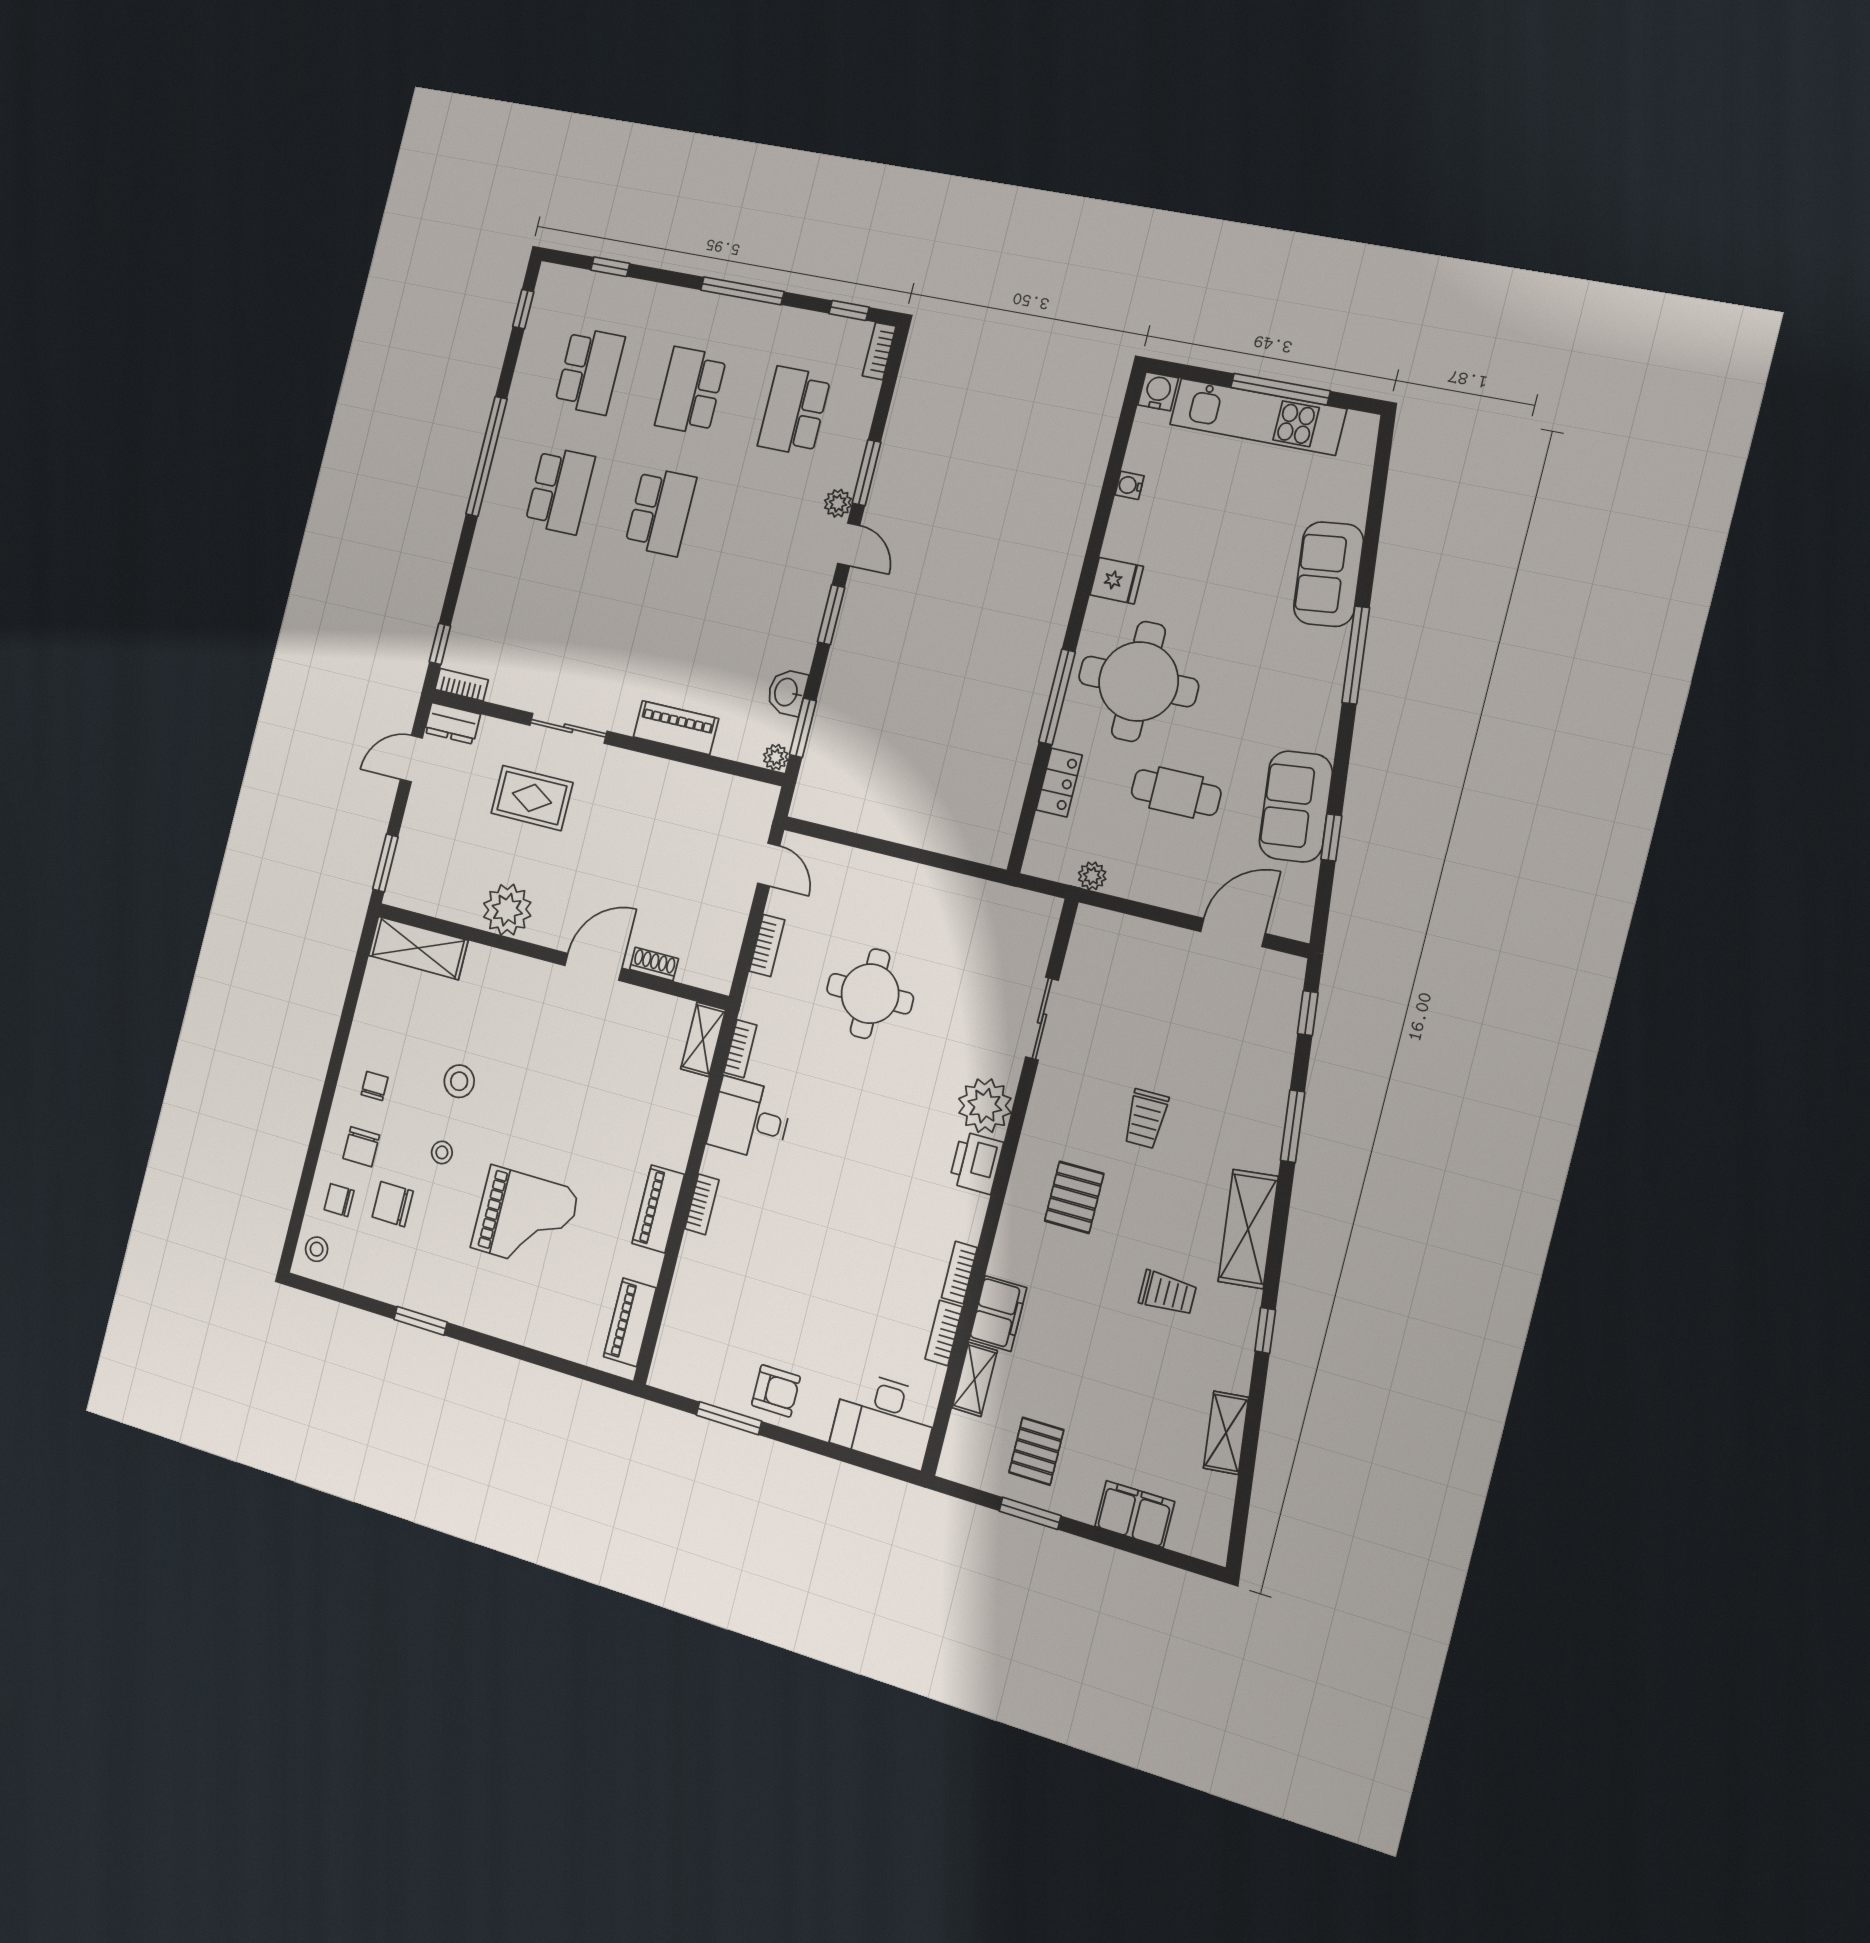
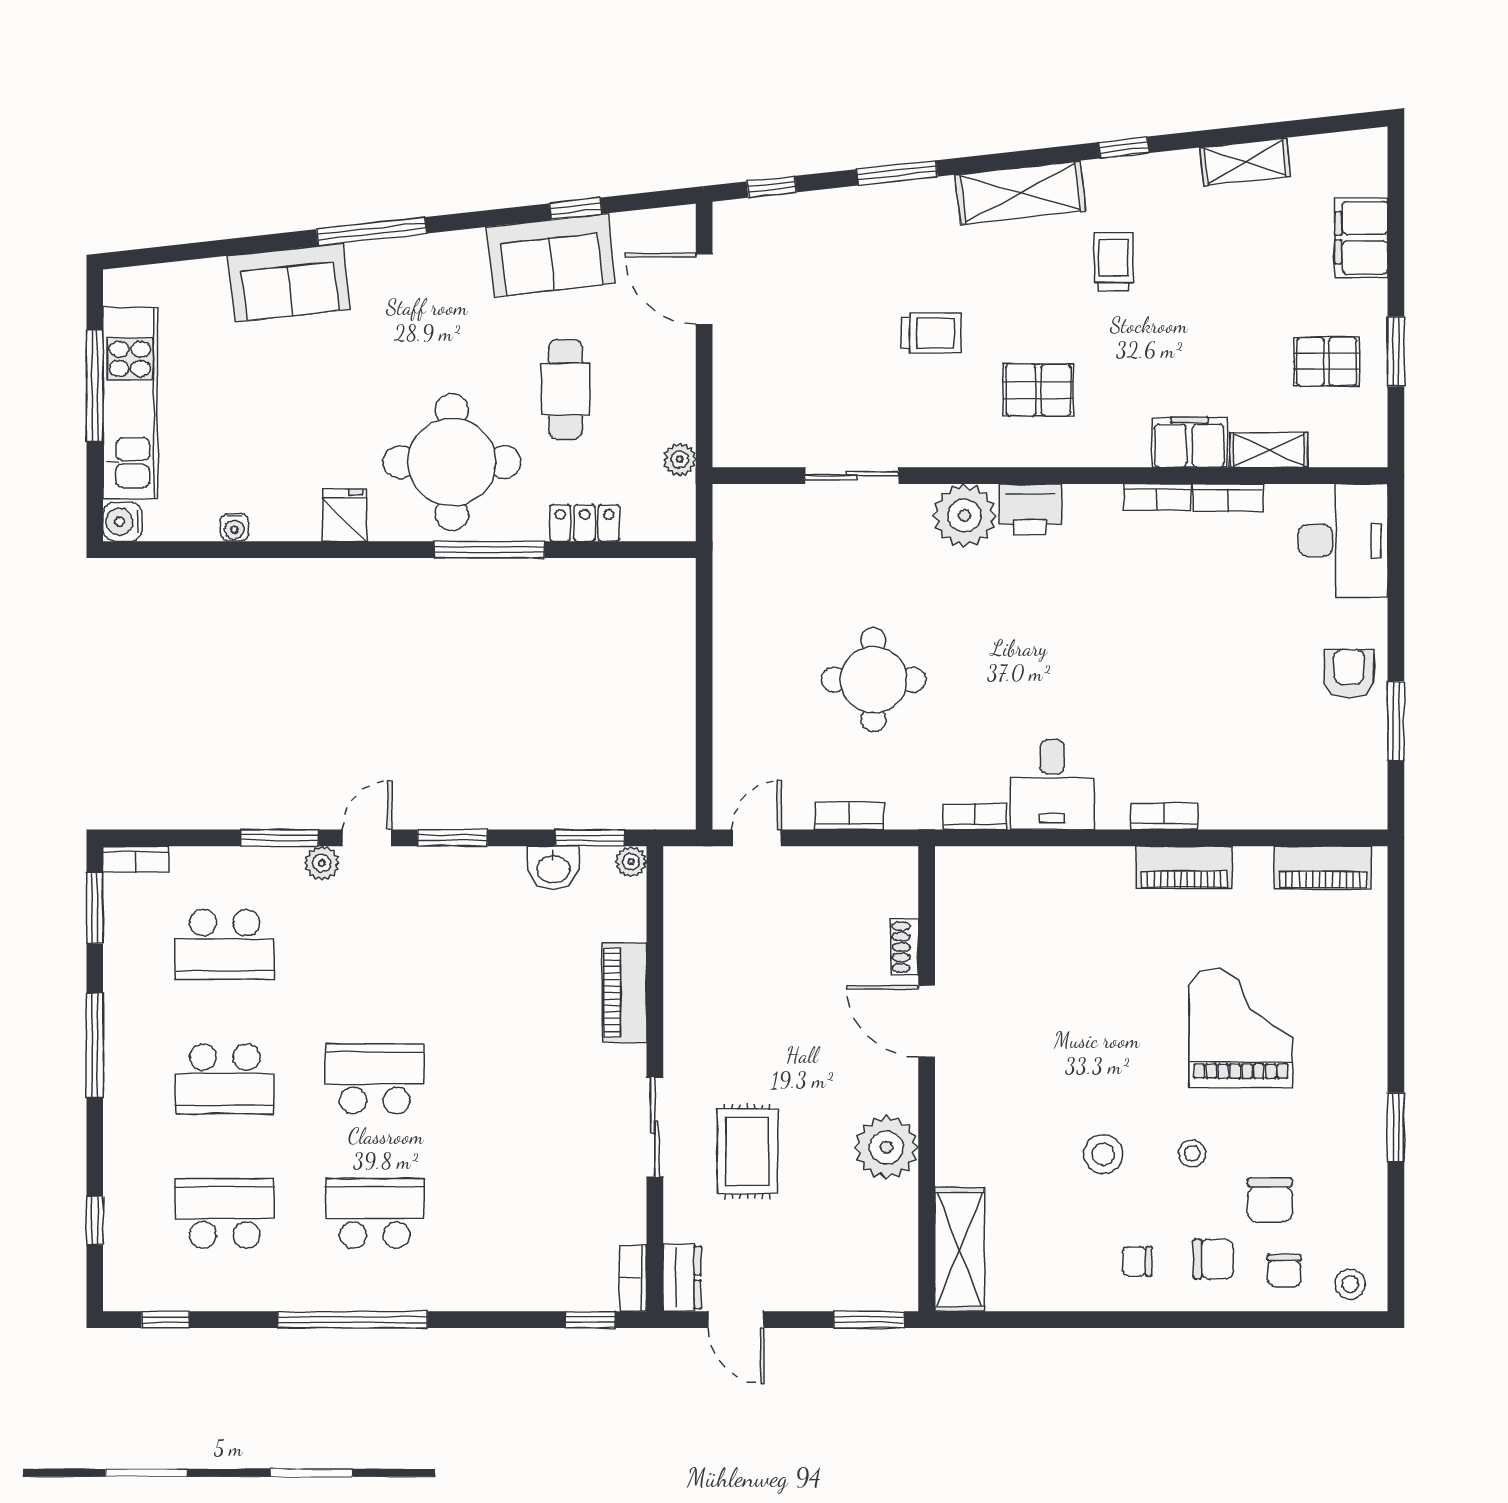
window: (849, 310) -> (95, 908), width x1.50
shelving: (703, 1039) -> (976, 865), removed

